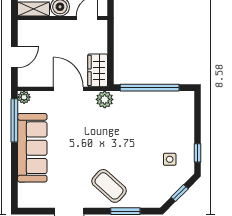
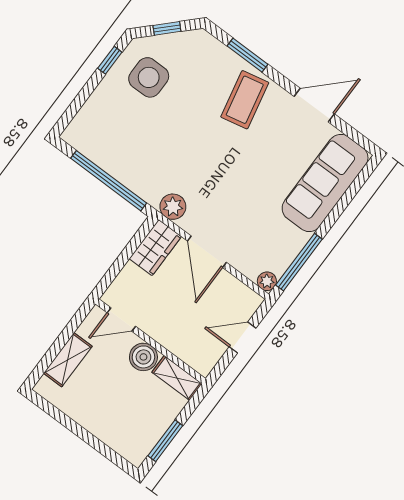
sofa: (32, 148) -> (325, 183), moved
side table: (170, 159) -> (149, 77), width x1.87, depth x1.87
coffee table: (109, 186) -> (245, 100), turned 36

